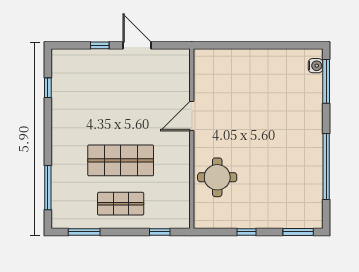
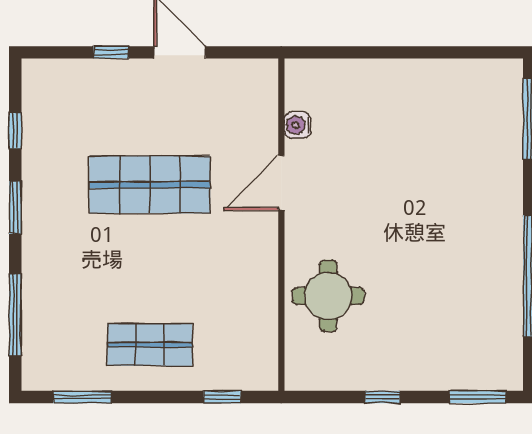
water cooler: (316, 66) -> (298, 125), moved, turned 180
window: (48, 129) -> (15, 207), added
shop shelf: (121, 160) -> (150, 185), moved

